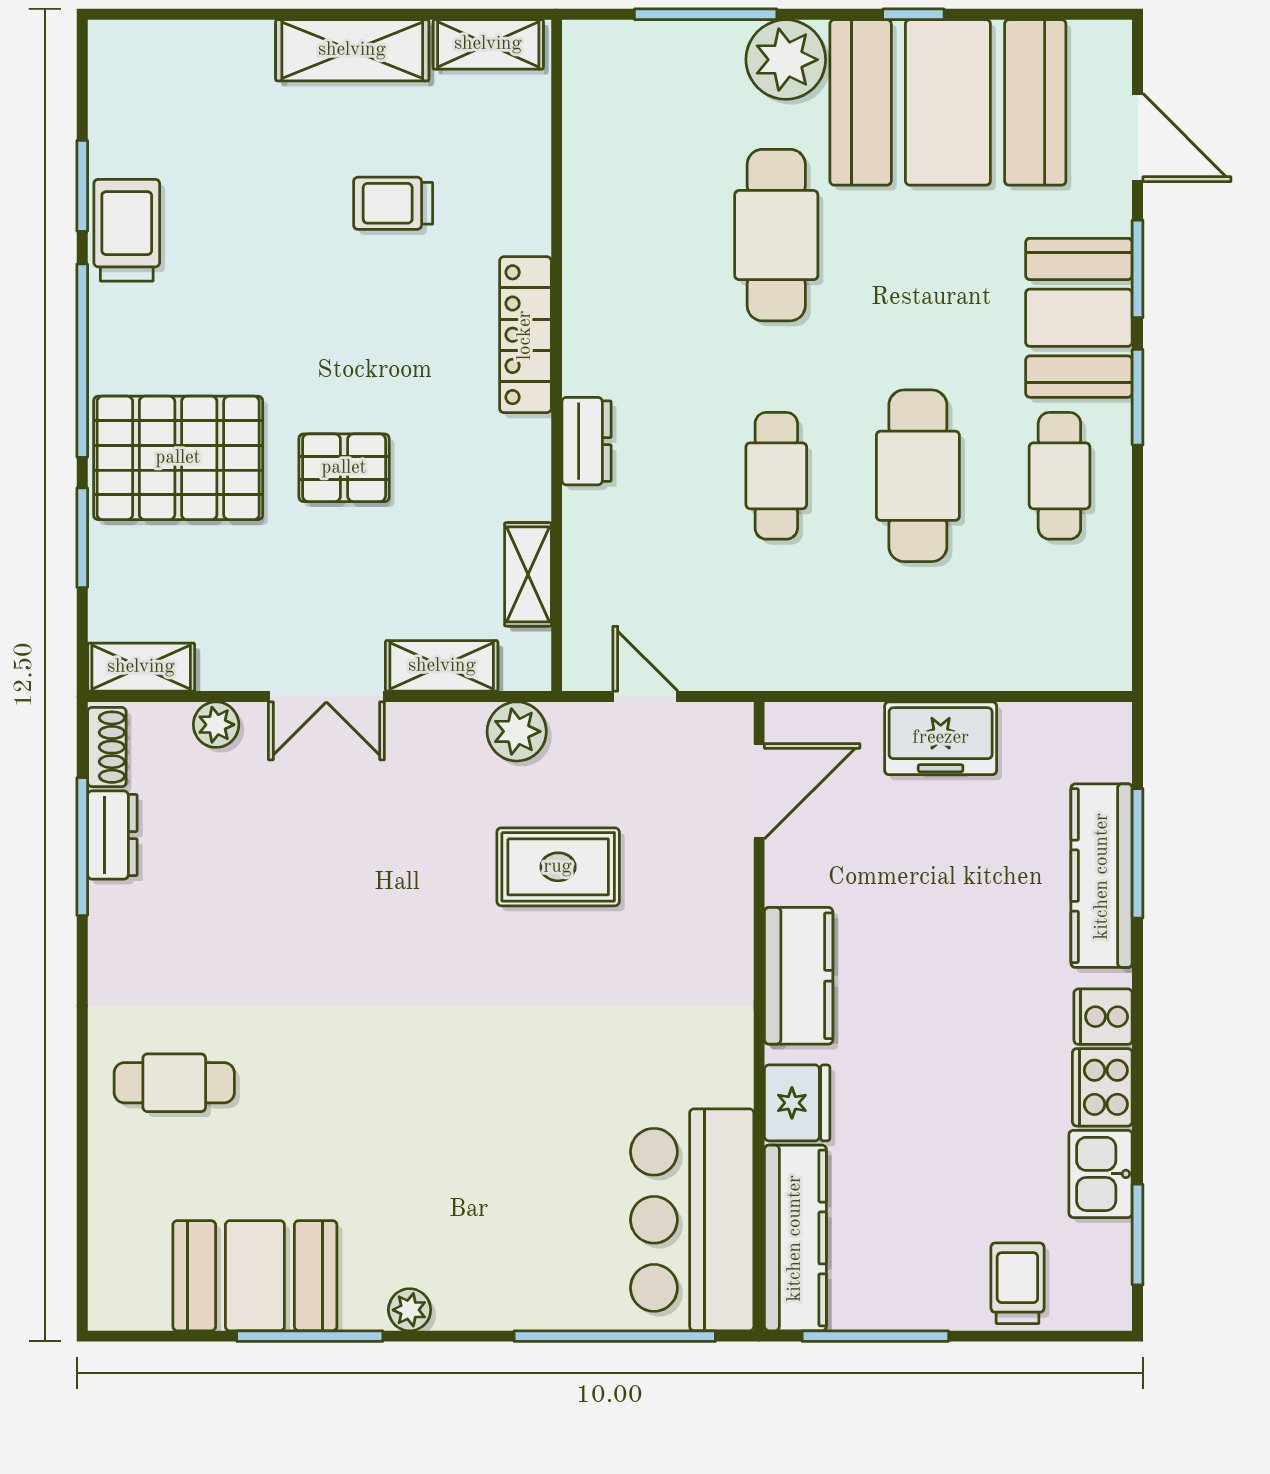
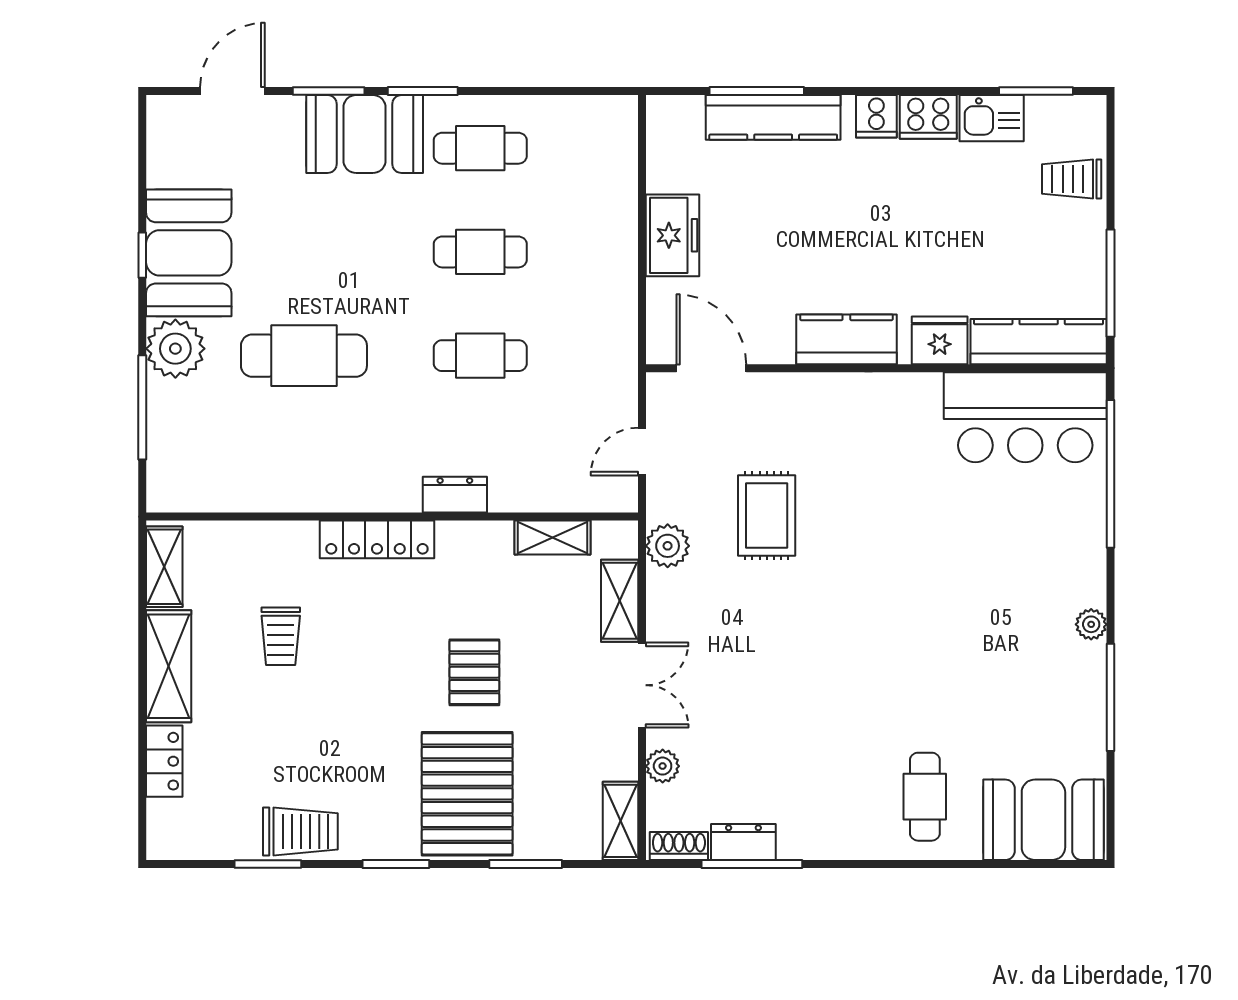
locker: (223, 44) -> (164, 761), added
booth: (948, 102) -> (189, 253), width x0.73, depth x0.70
trolley: (127, 230) -> (300, 831), turned 180
window: (82, 361) -> (396, 864), width x0.47
cafe table: (918, 476) -> (480, 252), width x0.73, depth x0.74
booth: (255, 1276) -> (1043, 820), moved, turned 90

